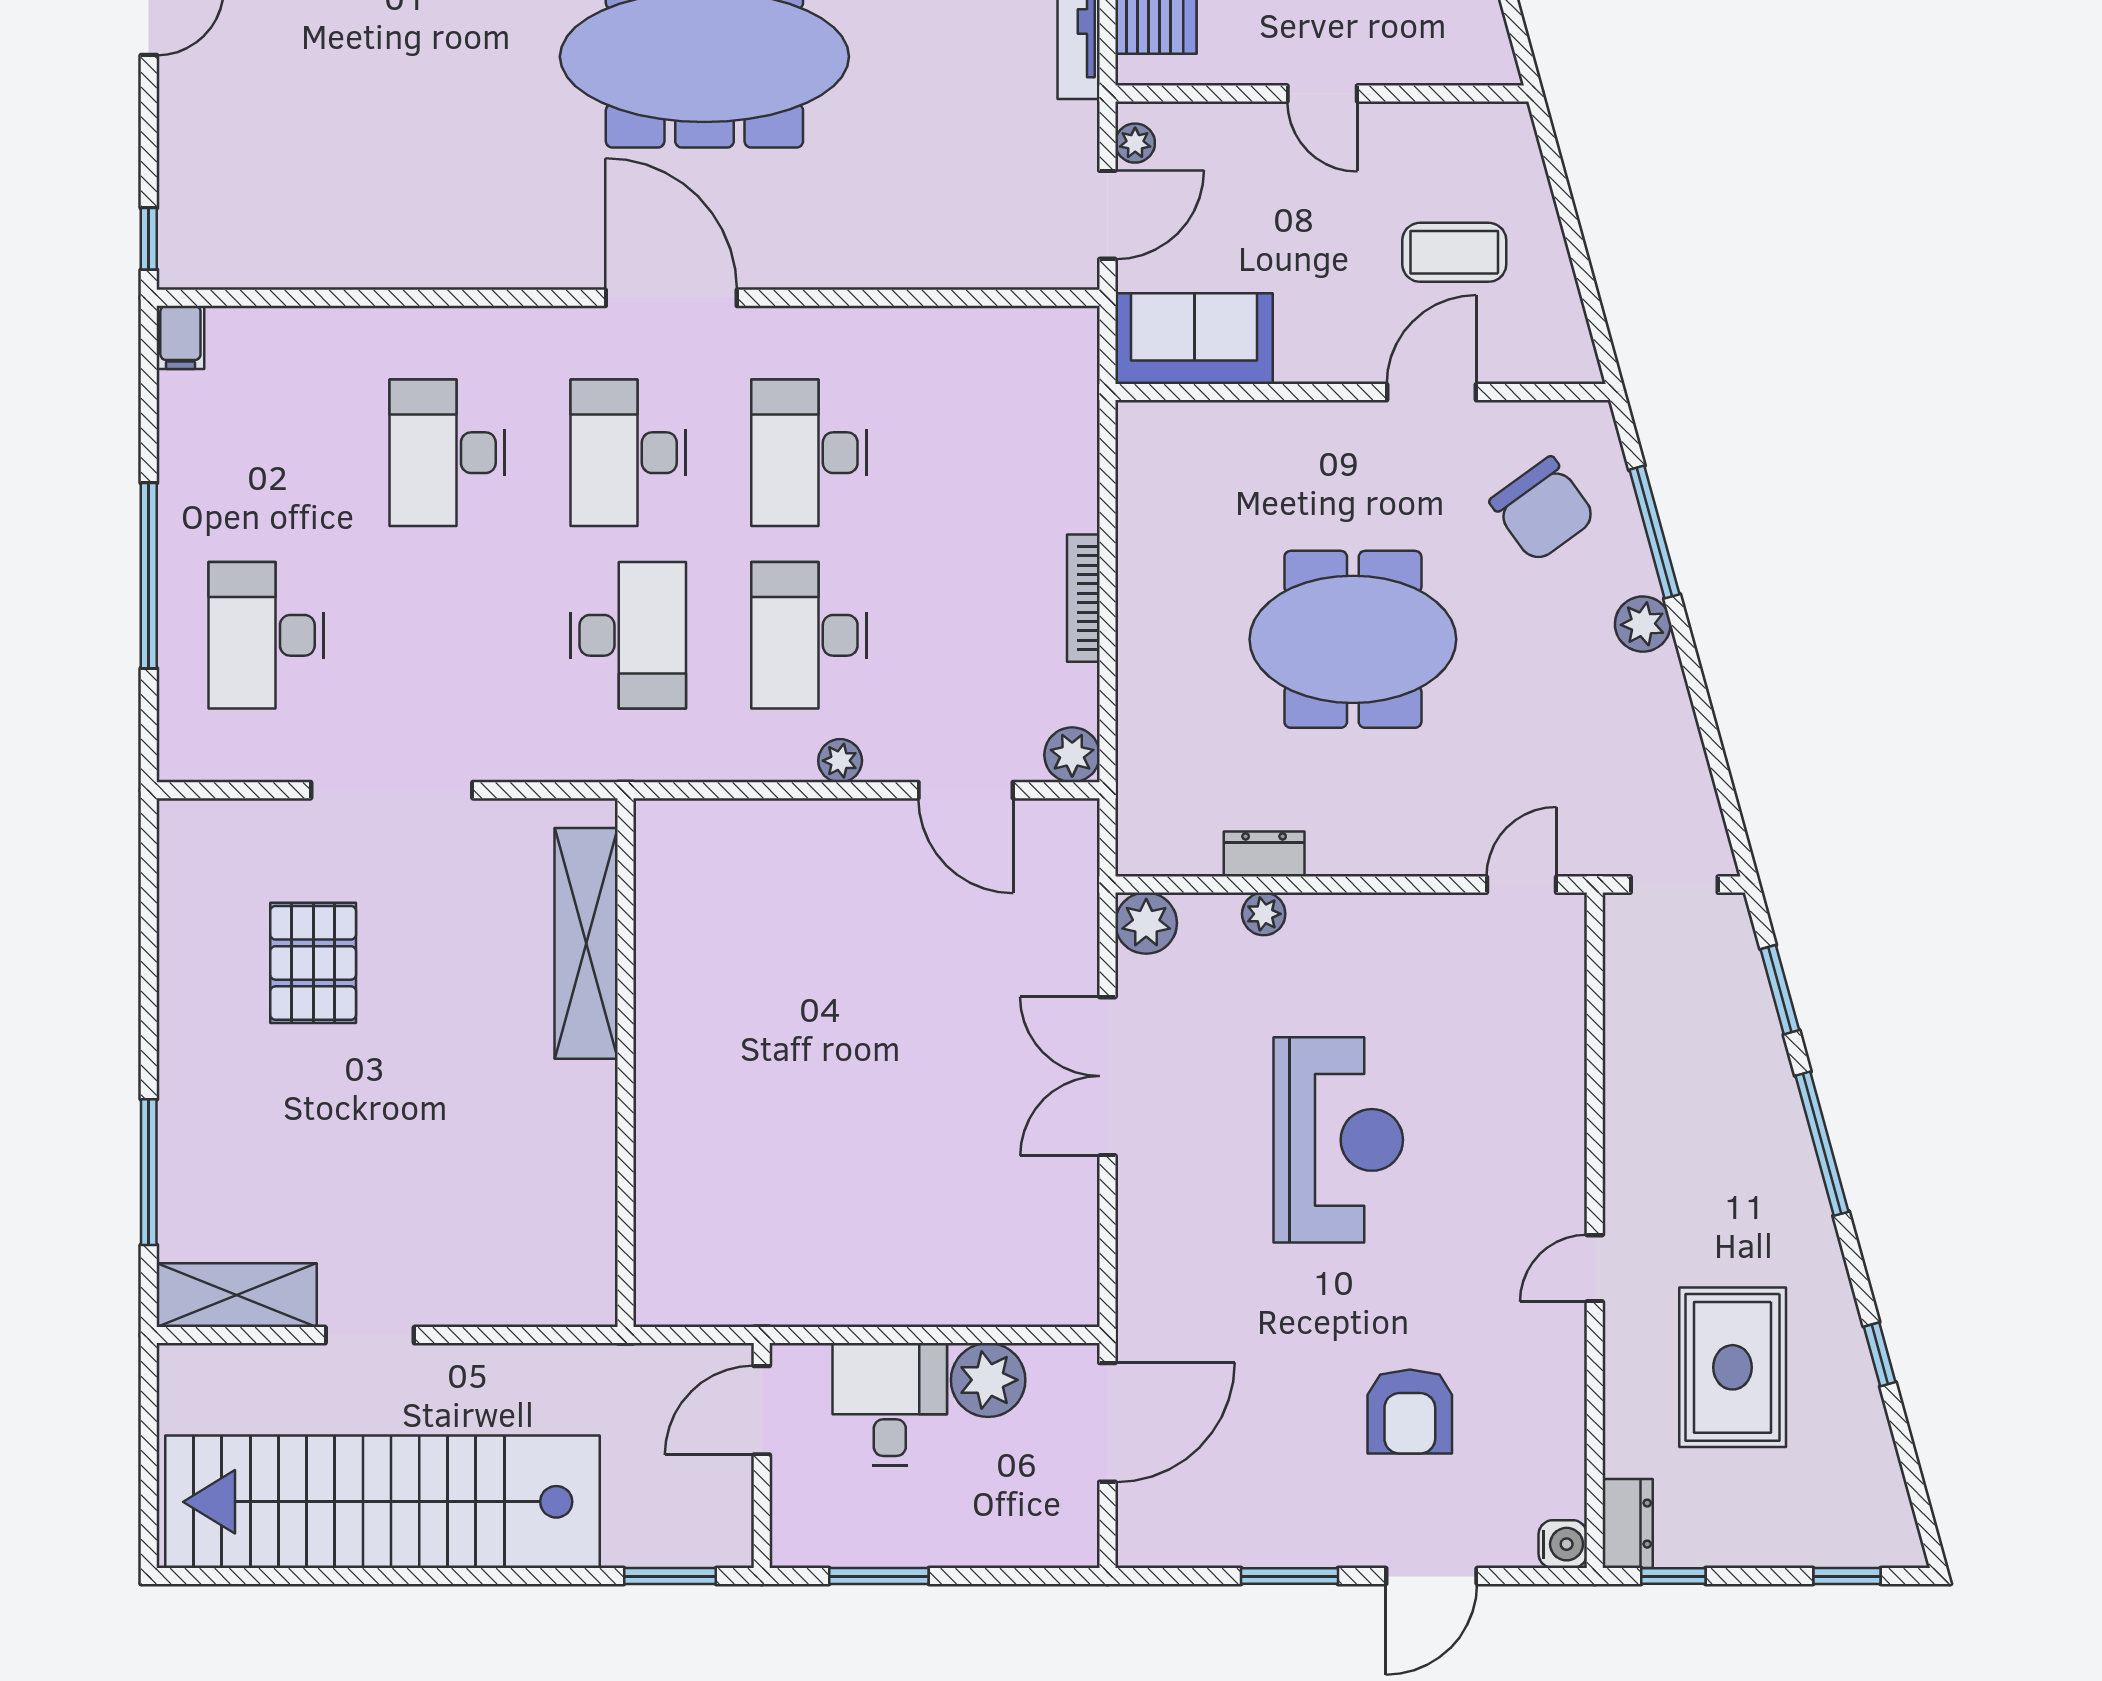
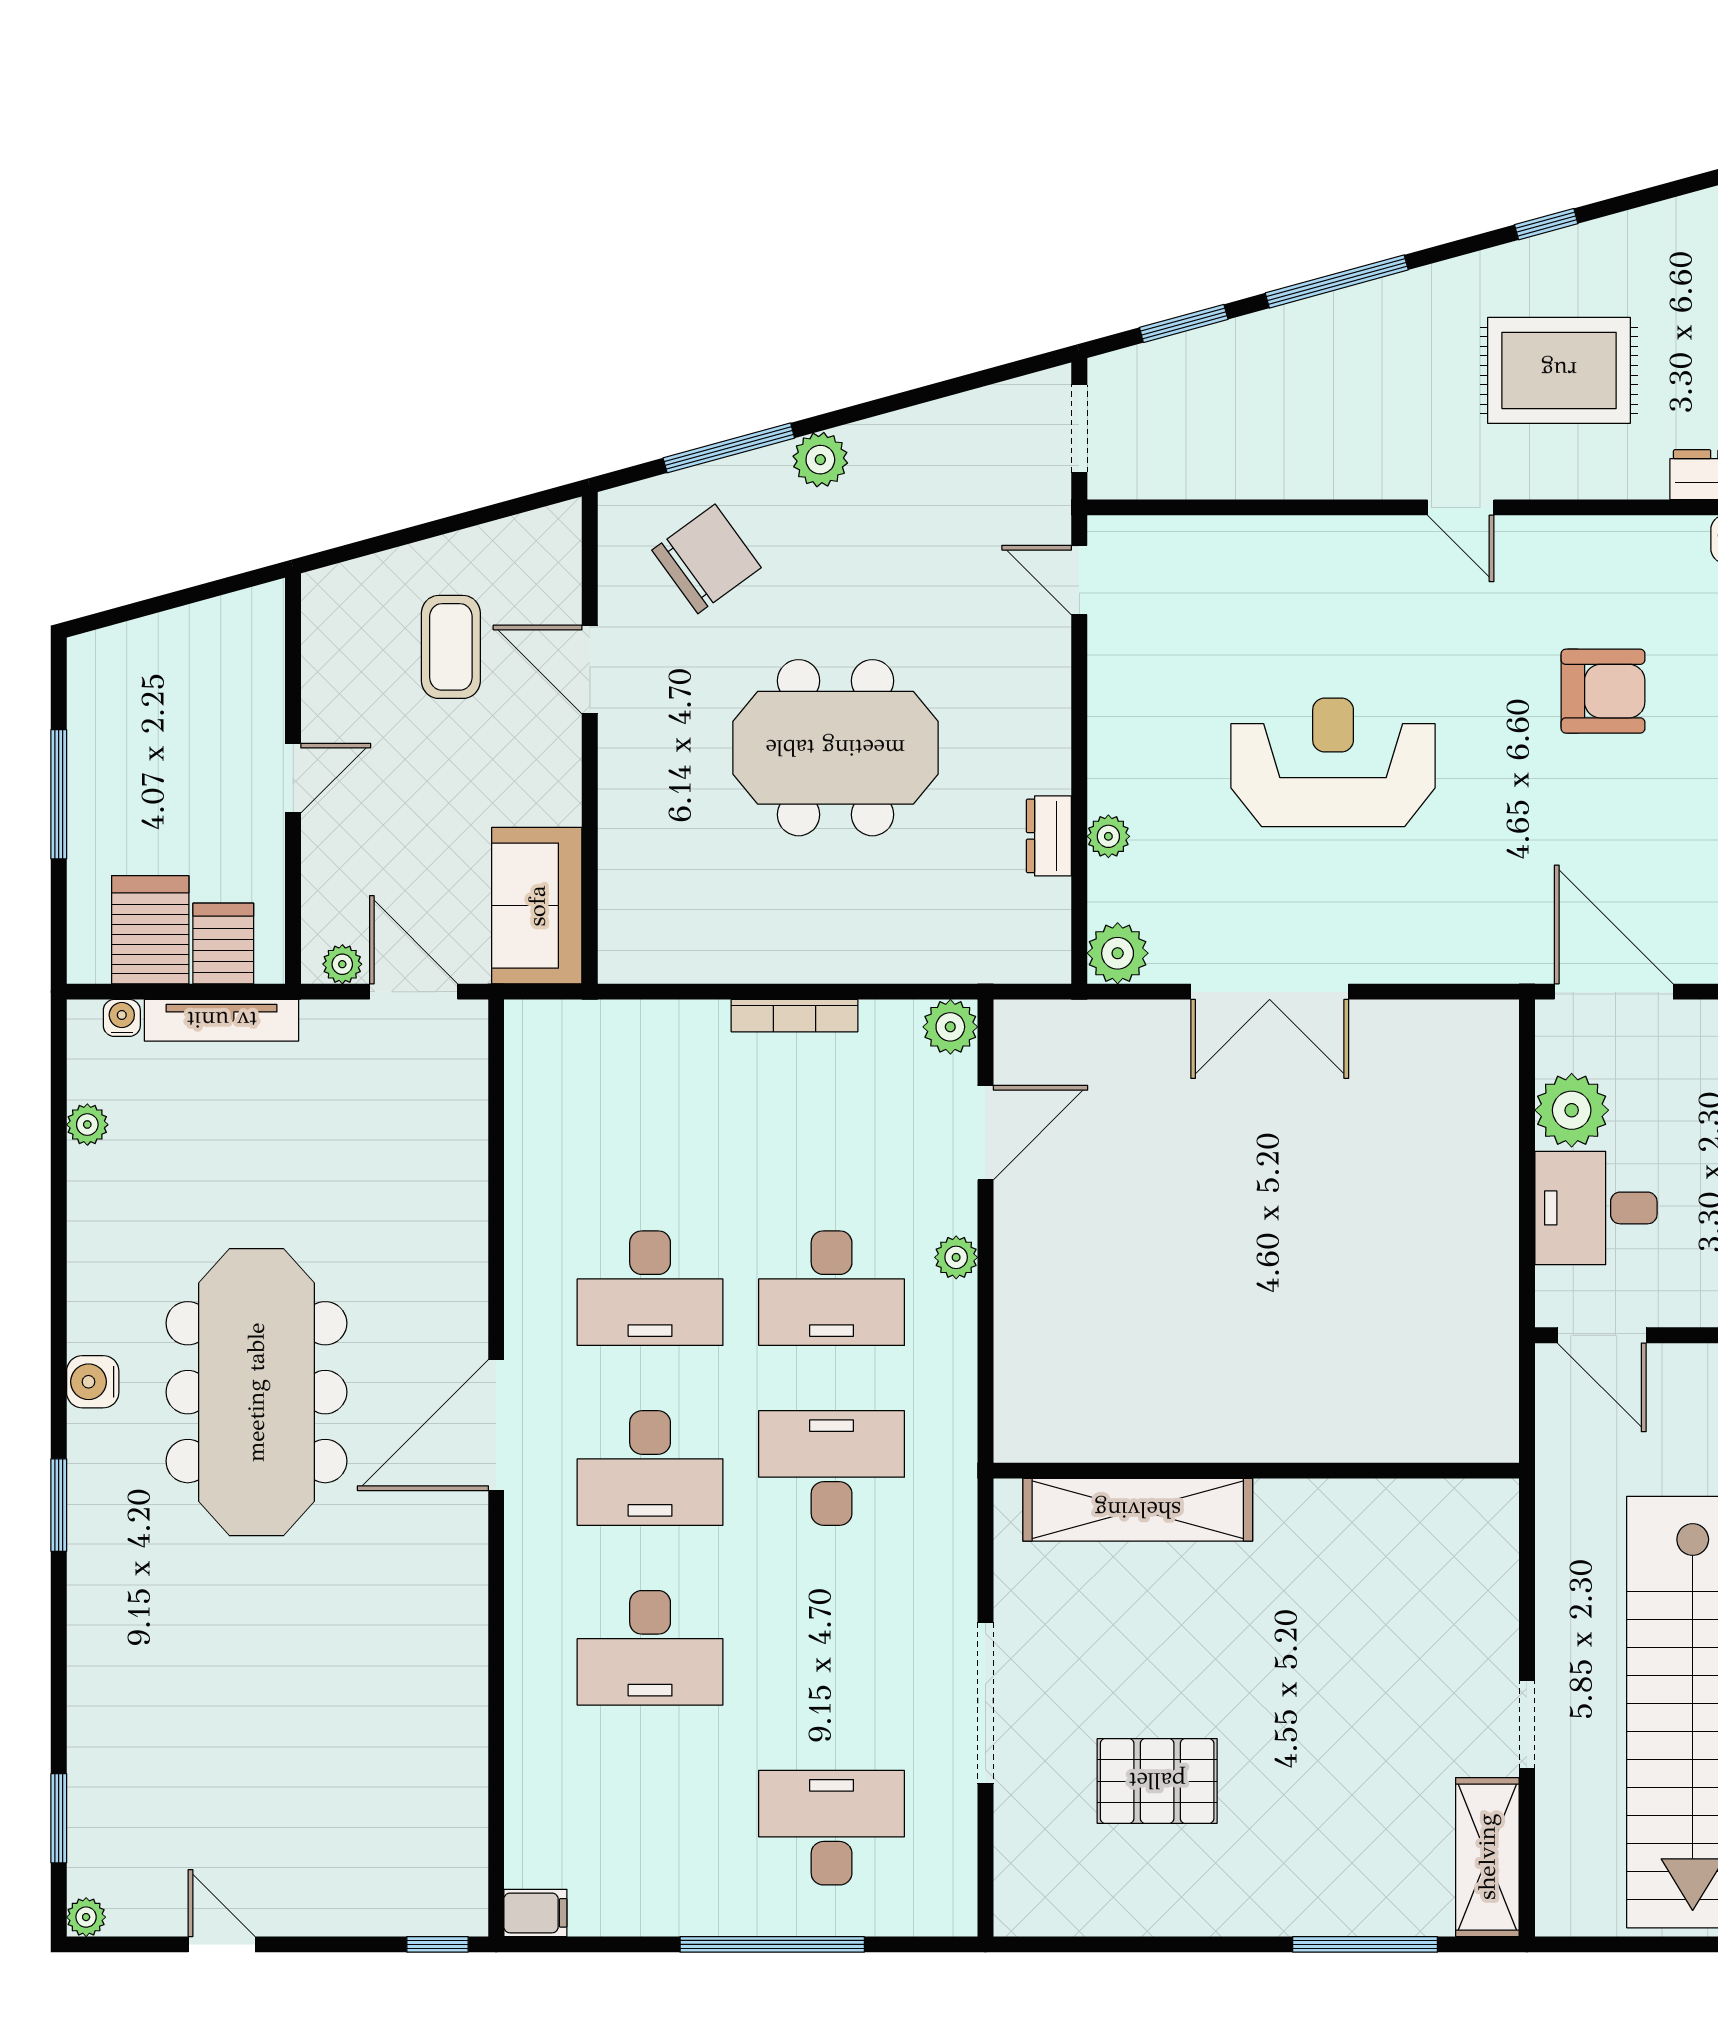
desk: (266, 635) -> (832, 1828), turned 180
meeting table: (1353, 639) -> (835, 748), turned 90

